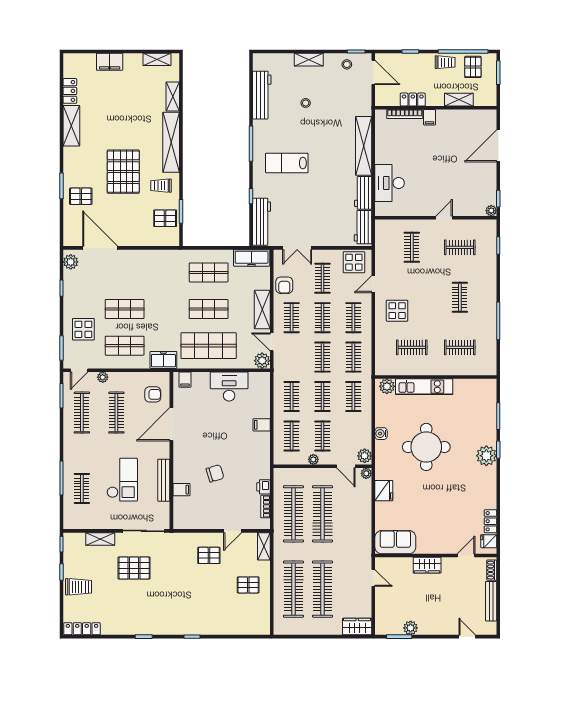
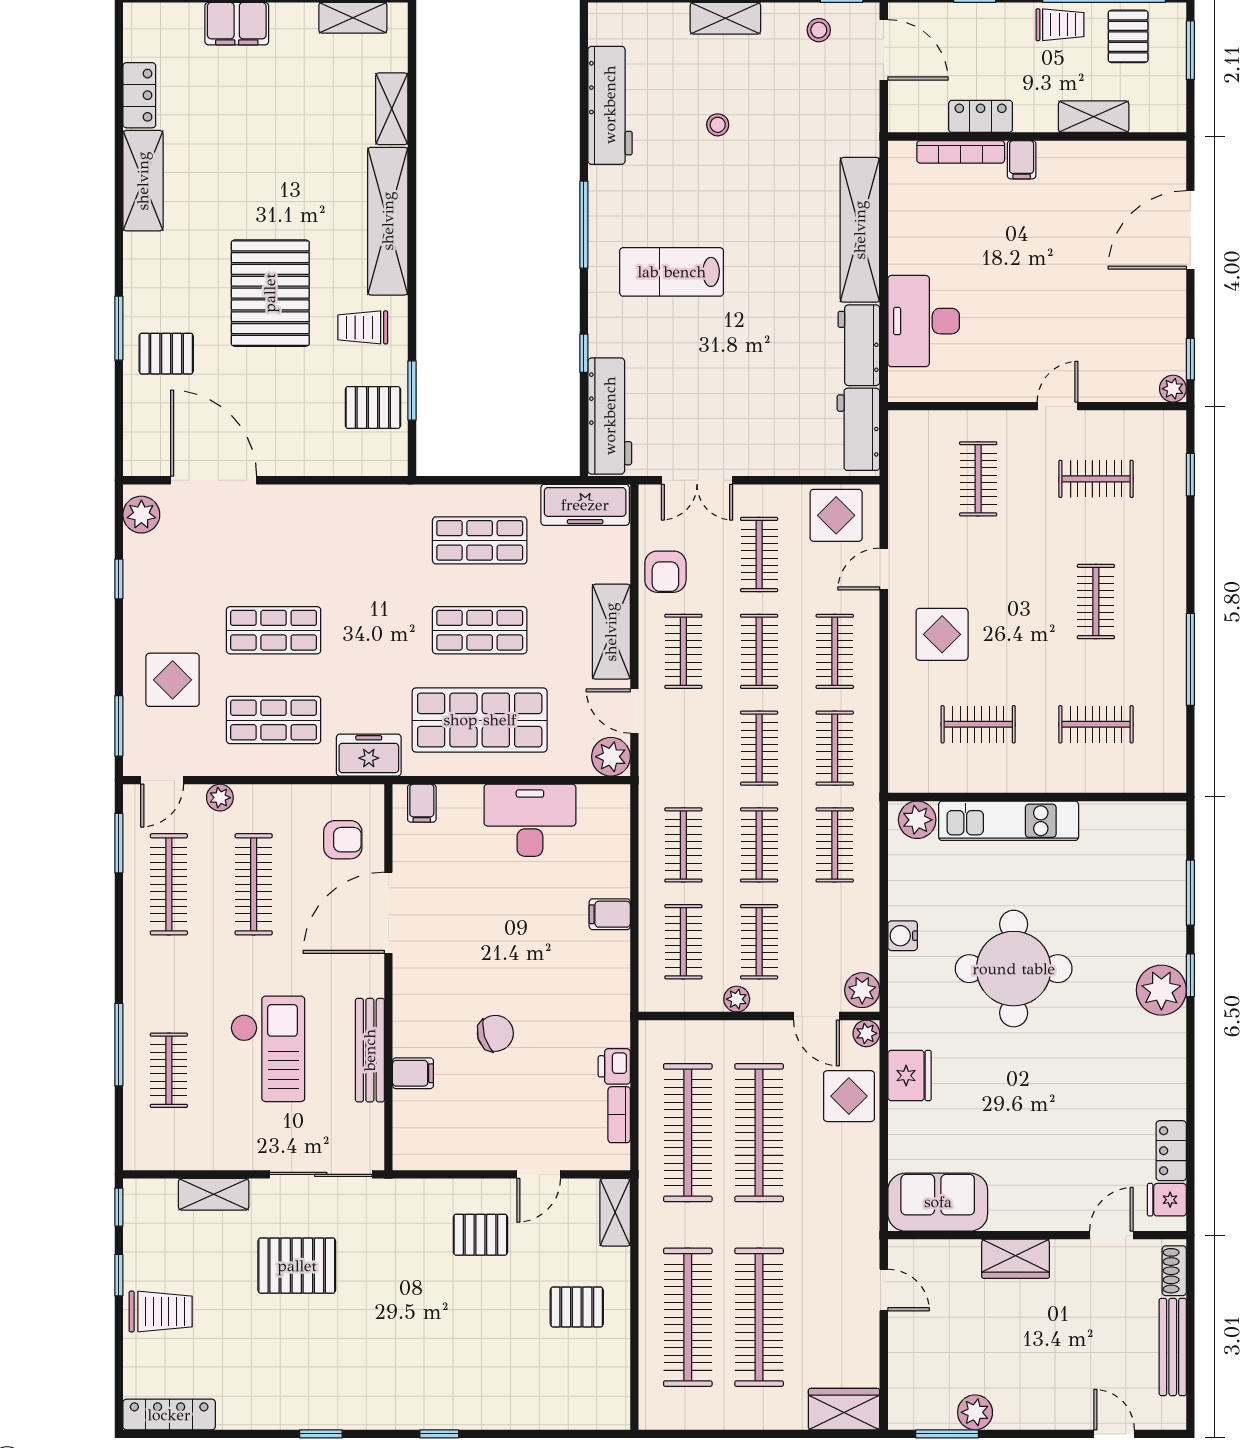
display table: (359, 499) -> (849, 1096), added

